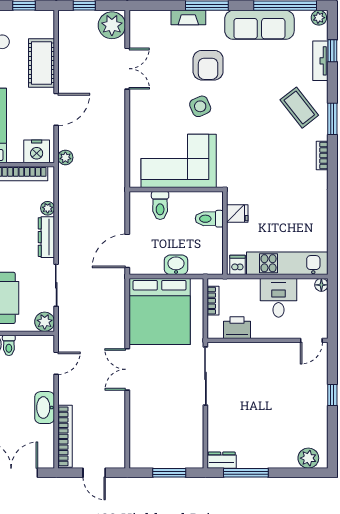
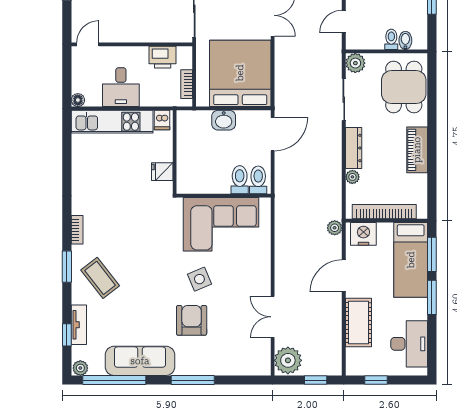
fireplace: (188, 17) -> (211, 368), removed
toilet: (209, 219) -> (258, 180), moved, turned -90

